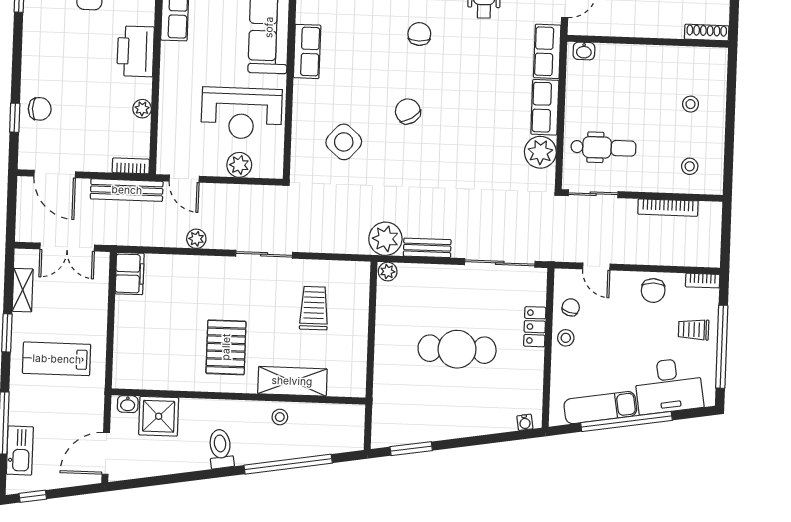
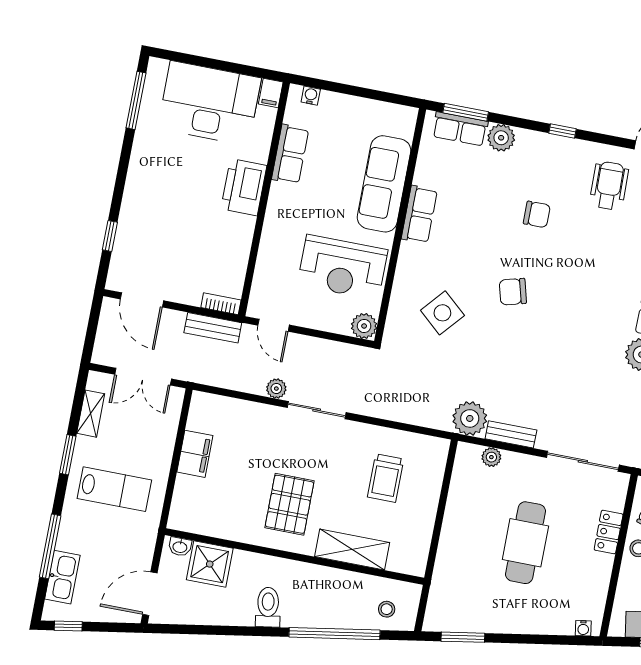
chair: (419, 34) -> (537, 214), turned 90
chair: (40, 109) -> (137, 231), removed
plant: (142, 109) -> (242, 247), removed
chair: (408, 111) -> (513, 292), turned -73
plant: (239, 165) -> (364, 326), moved
bench: (127, 190) -> (213, 328), width x0.73
sliding door: (264, 254) -> (317, 410), moved
plant: (388, 272) -> (491, 457), moved
filing cabinet: (130, 274) -> (195, 454), moved
trolley: (314, 308) -> (386, 478), turned 180
cafe table: (457, 349) -> (525, 543), turned 90
lab bench: (57, 359) -> (114, 489), turned 180
stool: (280, 417) -> (387, 609), moved

